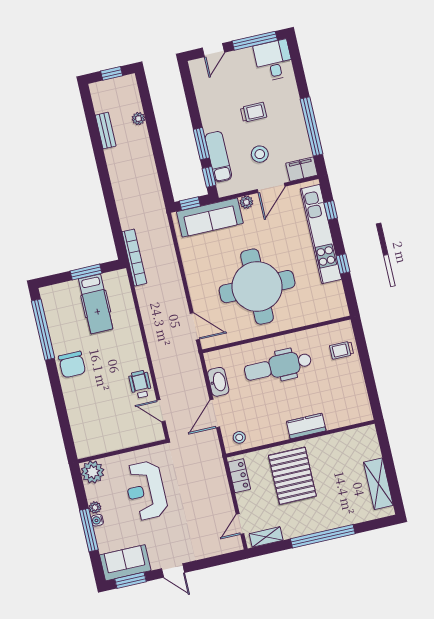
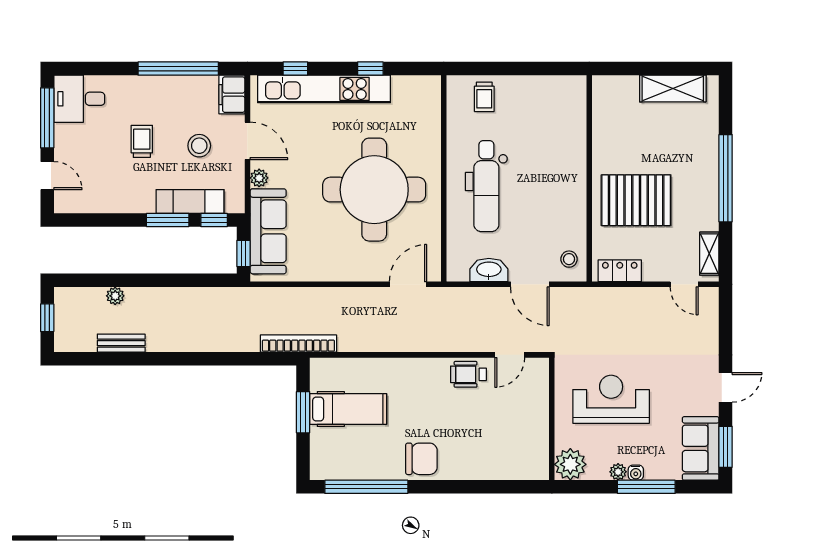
kitchen counter: (306, 426) -> (574, 167), removed
reception desk: (146, 491) -> (611, 399), turned 180

